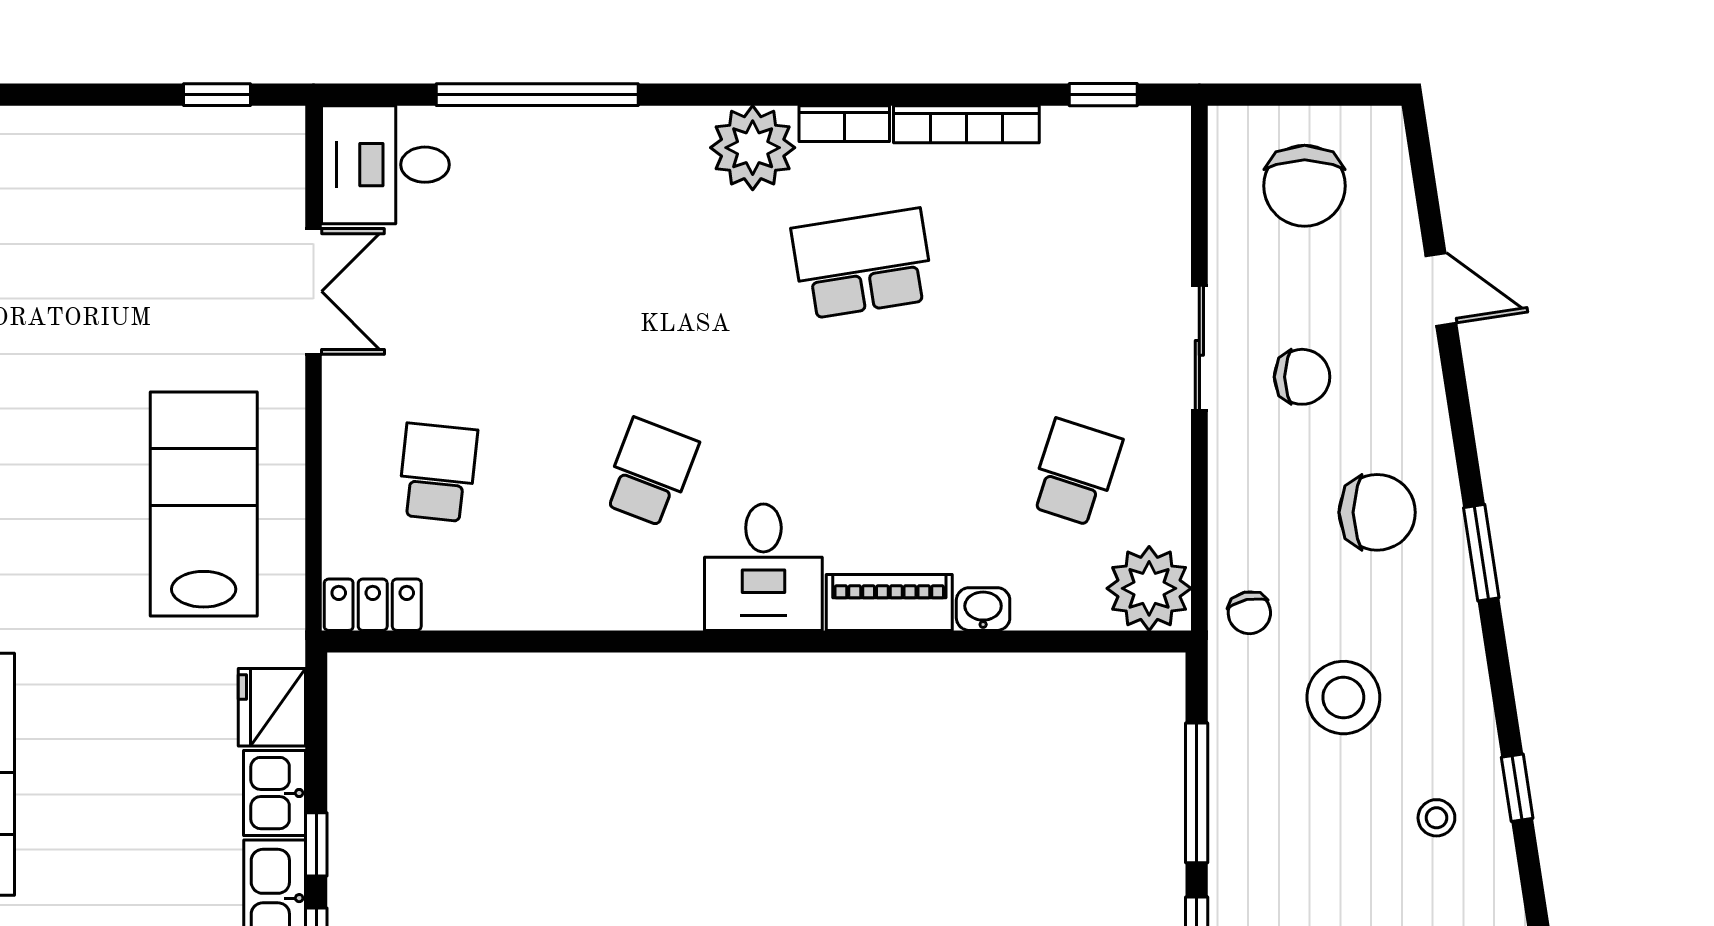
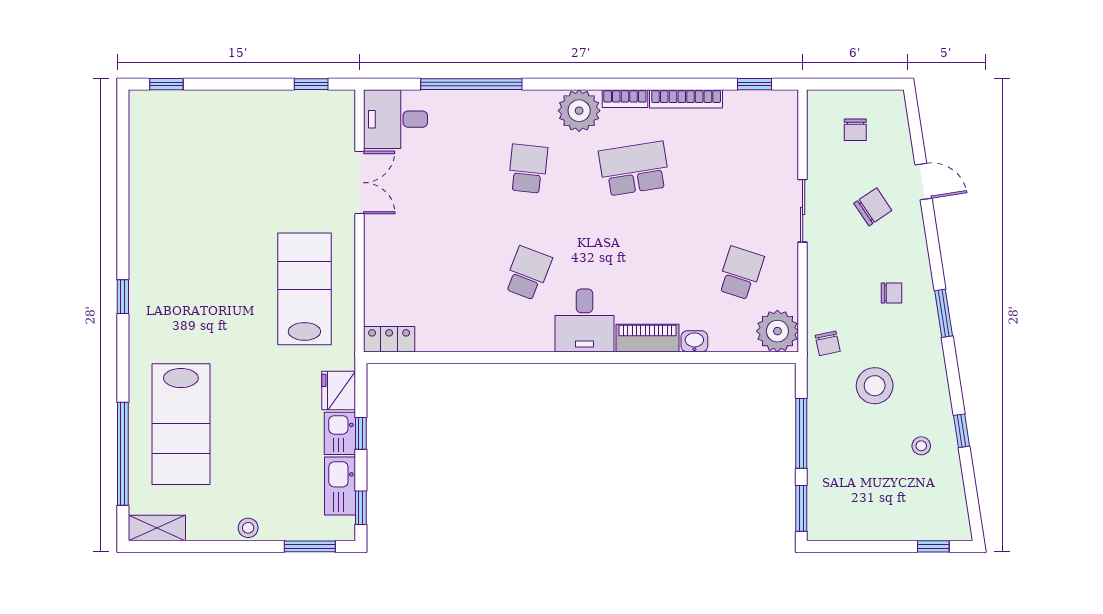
chair: (1305, 186) -> (855, 130), width x0.54, depth x0.54
chair: (1302, 377) -> (873, 207), moved, turned -34
school desk: (438, 472) -> (528, 169), moved
chair: (1377, 512) -> (892, 293), width x0.54, depth x0.54
window: (316, 844) -> (361, 433), moved

